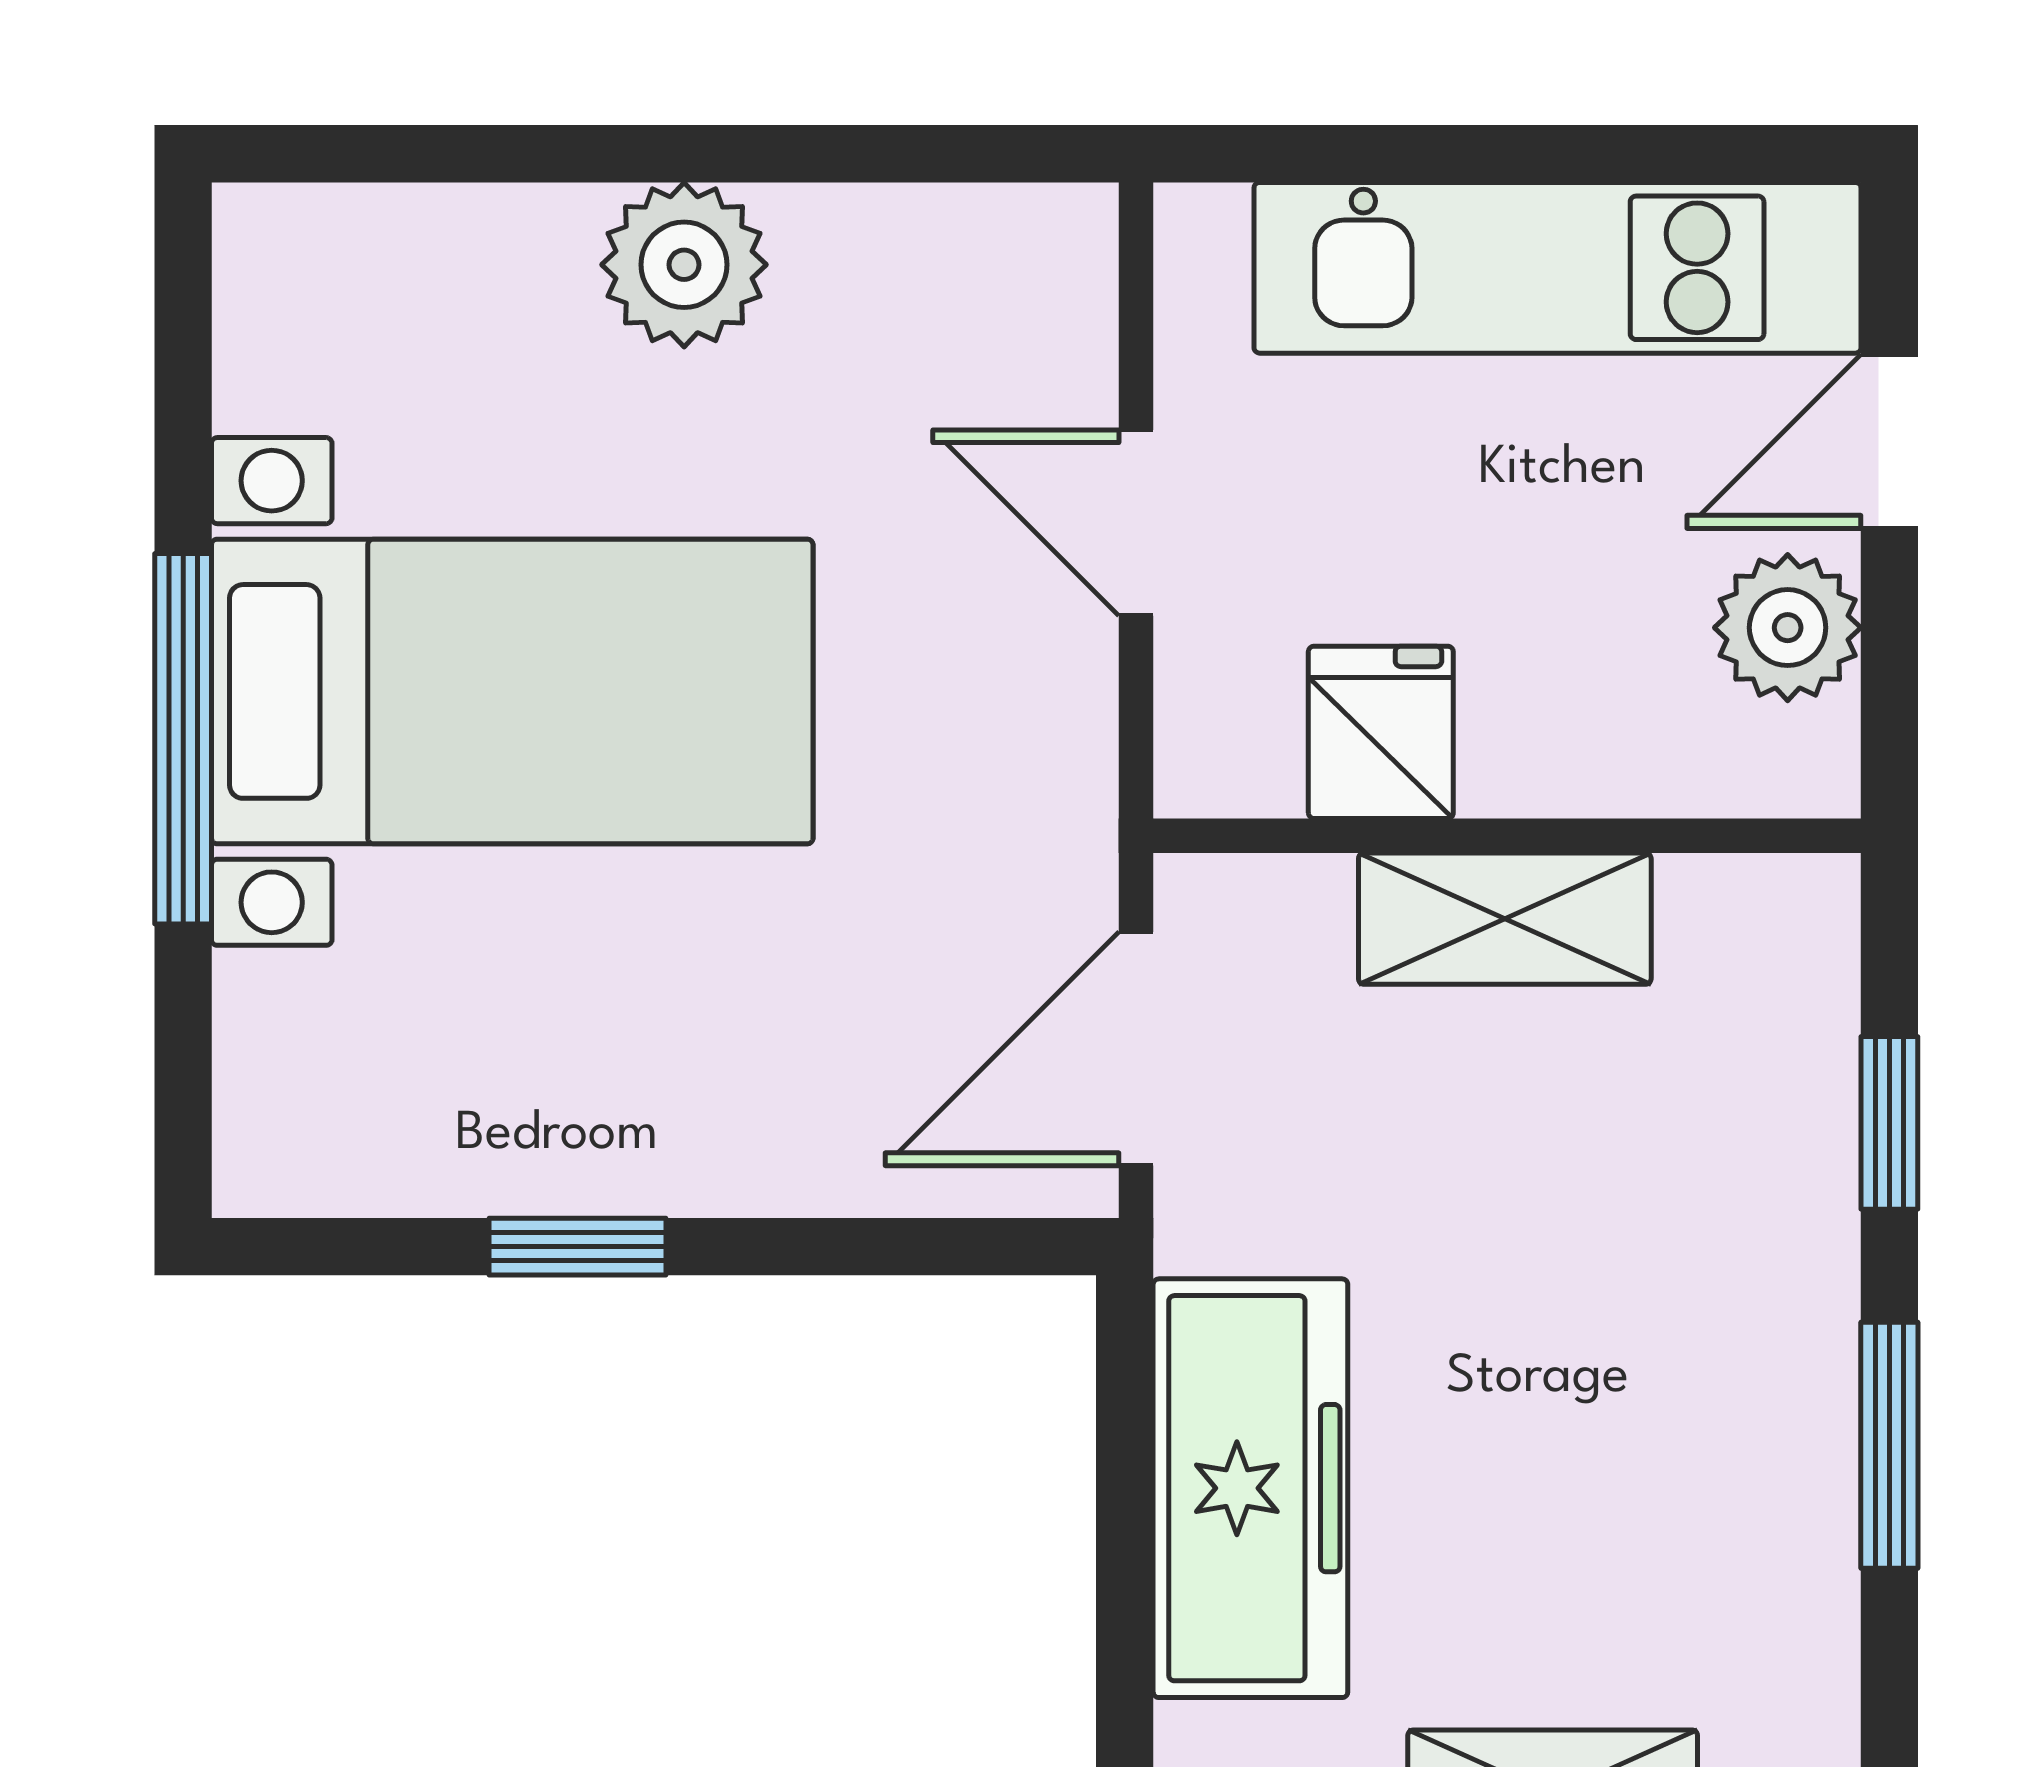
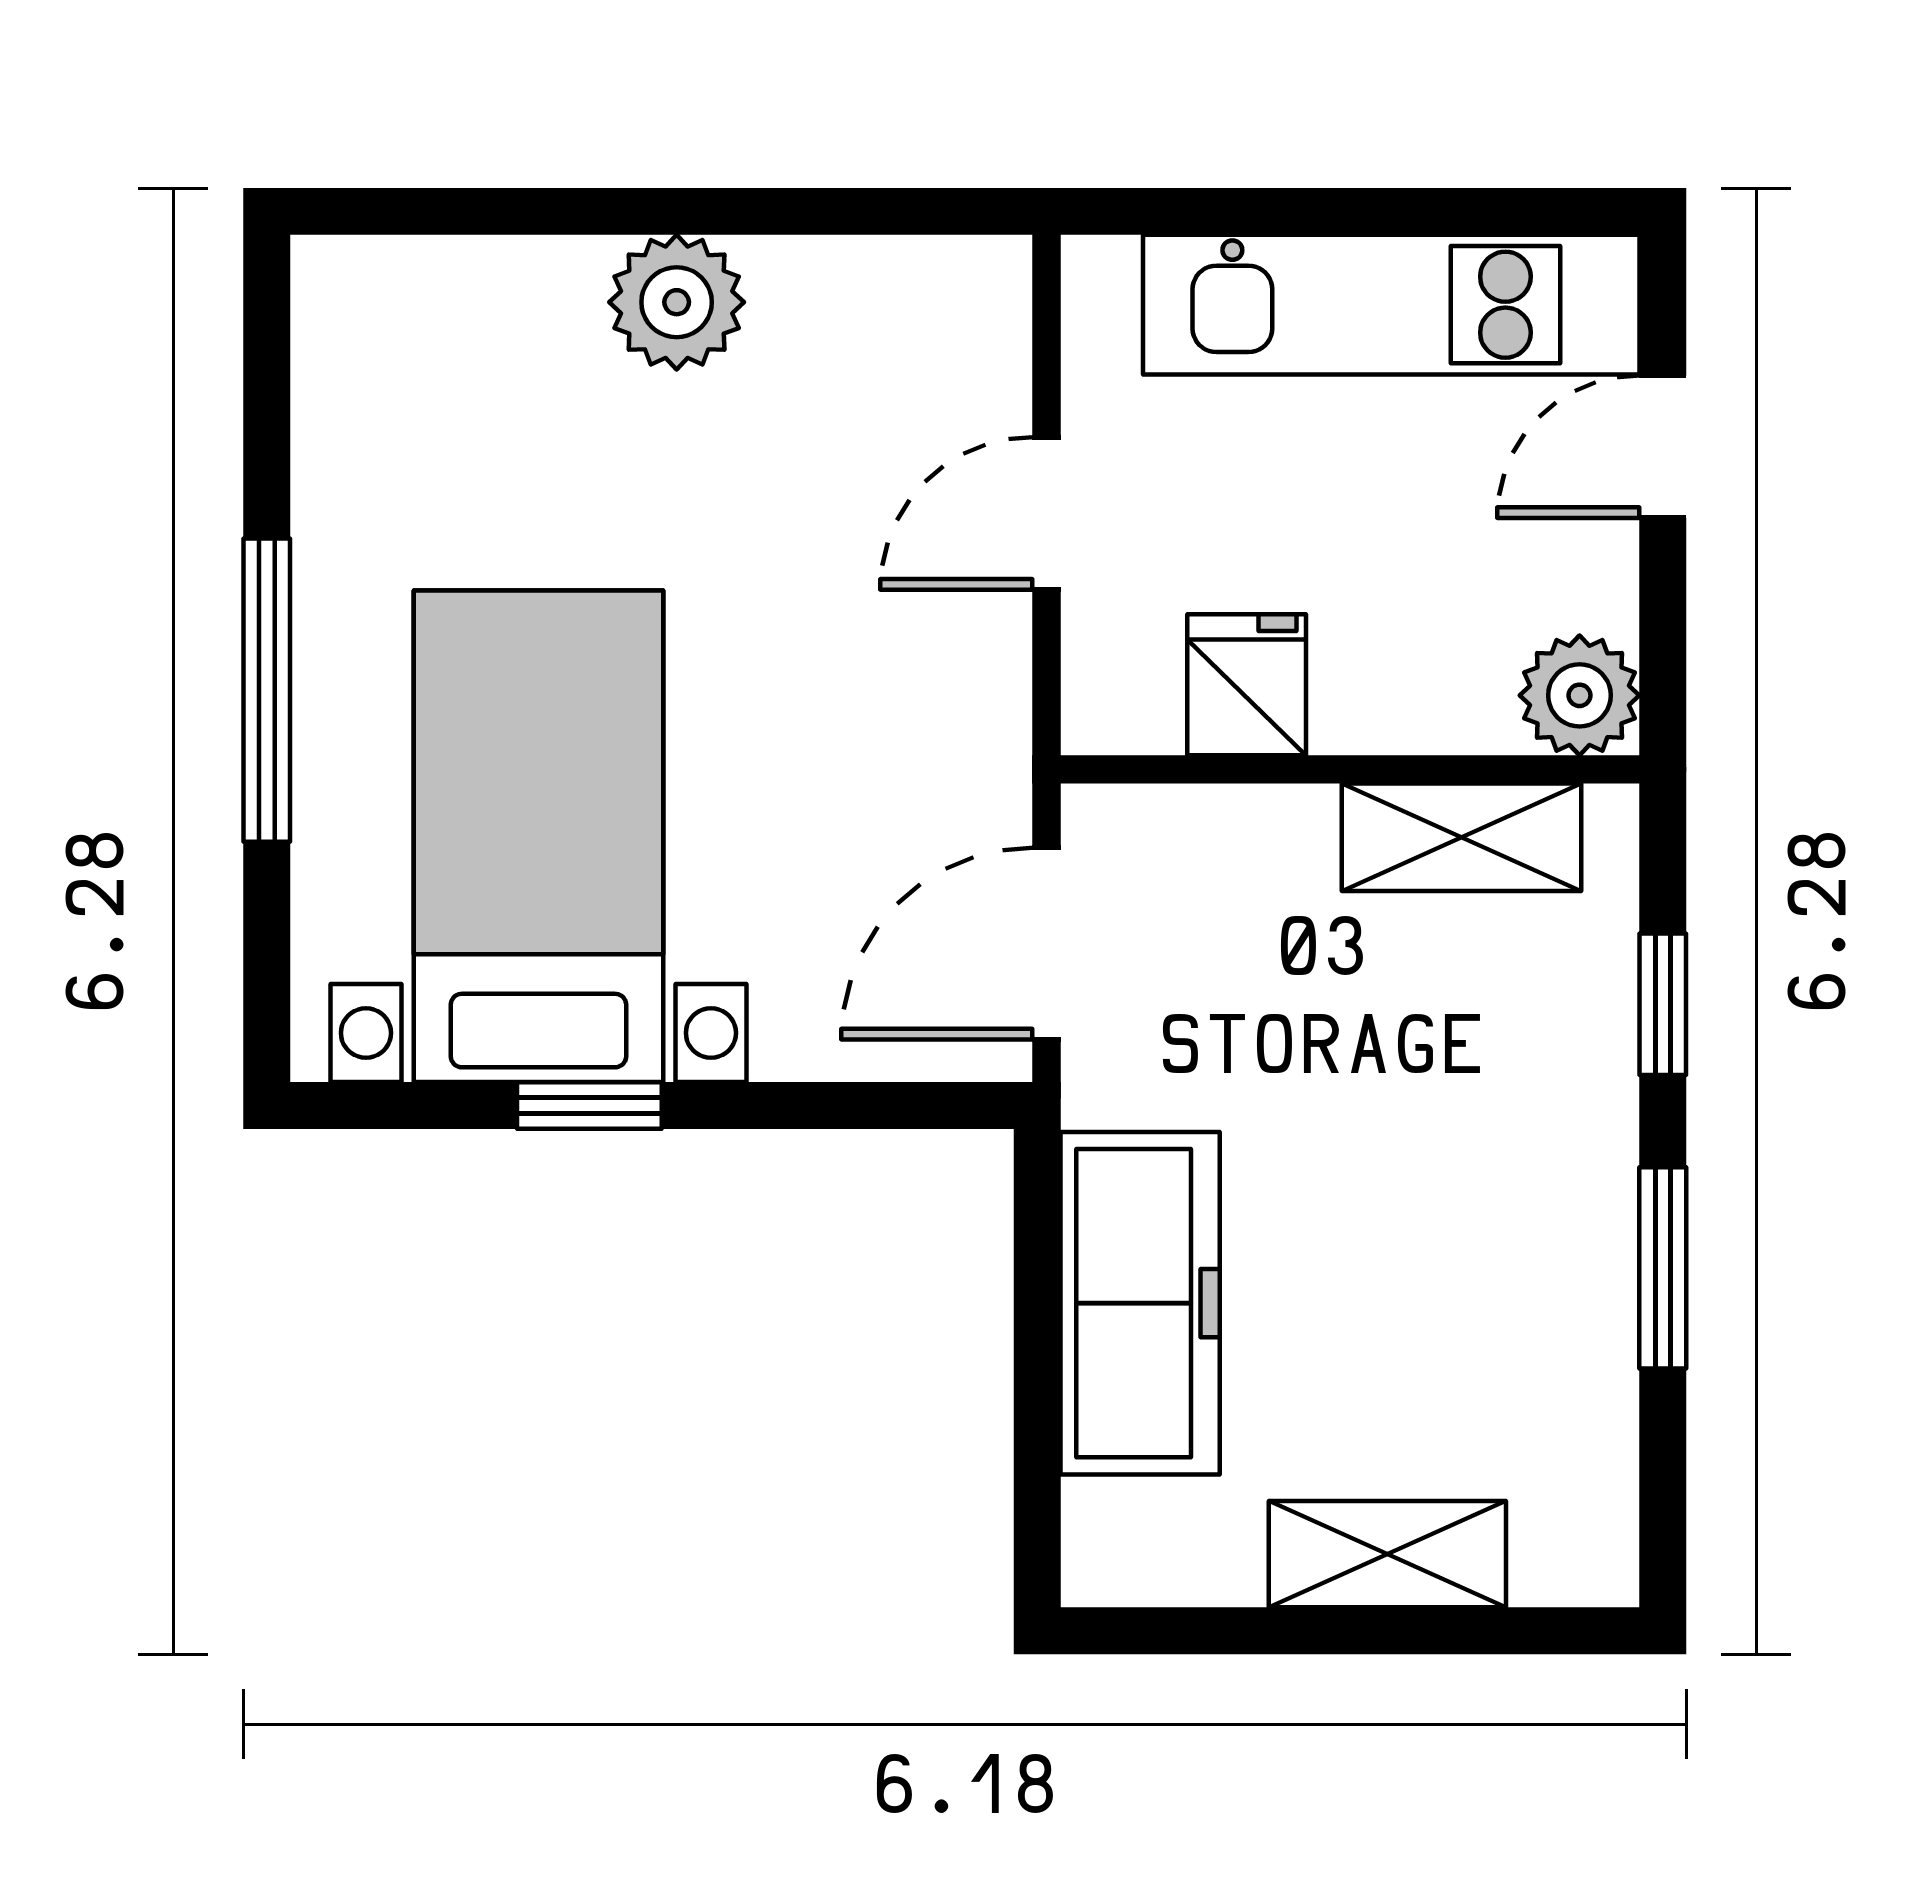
door: (1136, 523) -> (1047, 513), hinge flipped
plant: (1788, 628) -> (1580, 695), moved
bed with nightstands: (512, 691) -> (538, 836), moved, turned -90
shelving: (1505, 919) -> (1461, 837), moved

